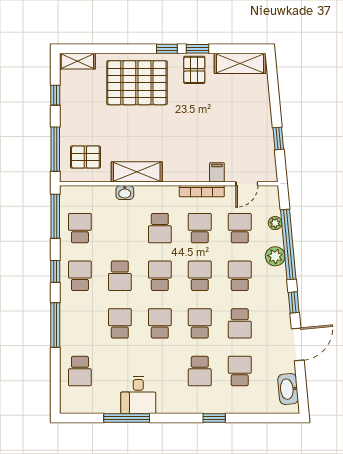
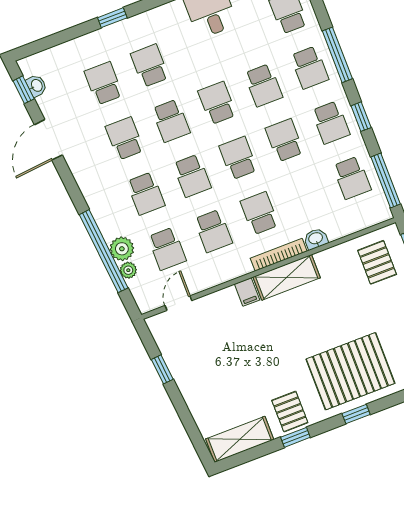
window: (167, 49) -> (356, 414), moved
pallet: (85, 157) -> (377, 262), turned 90
shelving: (137, 172) -> (287, 277), moved
filing cabinet: (217, 172) -> (247, 292), moved
bookcase: (202, 191) -> (279, 255), moved
plant: (275, 256) -> (122, 249), moved
school desk: (160, 276) -> (238, 158), turned 180
window: (294, 302) -> (24, 90), moved
school desk: (80, 323) -> (310, 67), added
school desk: (160, 323) -> (217, 103), turned 180
school desk: (240, 371) -> (104, 83), turned 180
washbasin: (288, 389) -> (36, 86), width x0.52, depth x0.69

